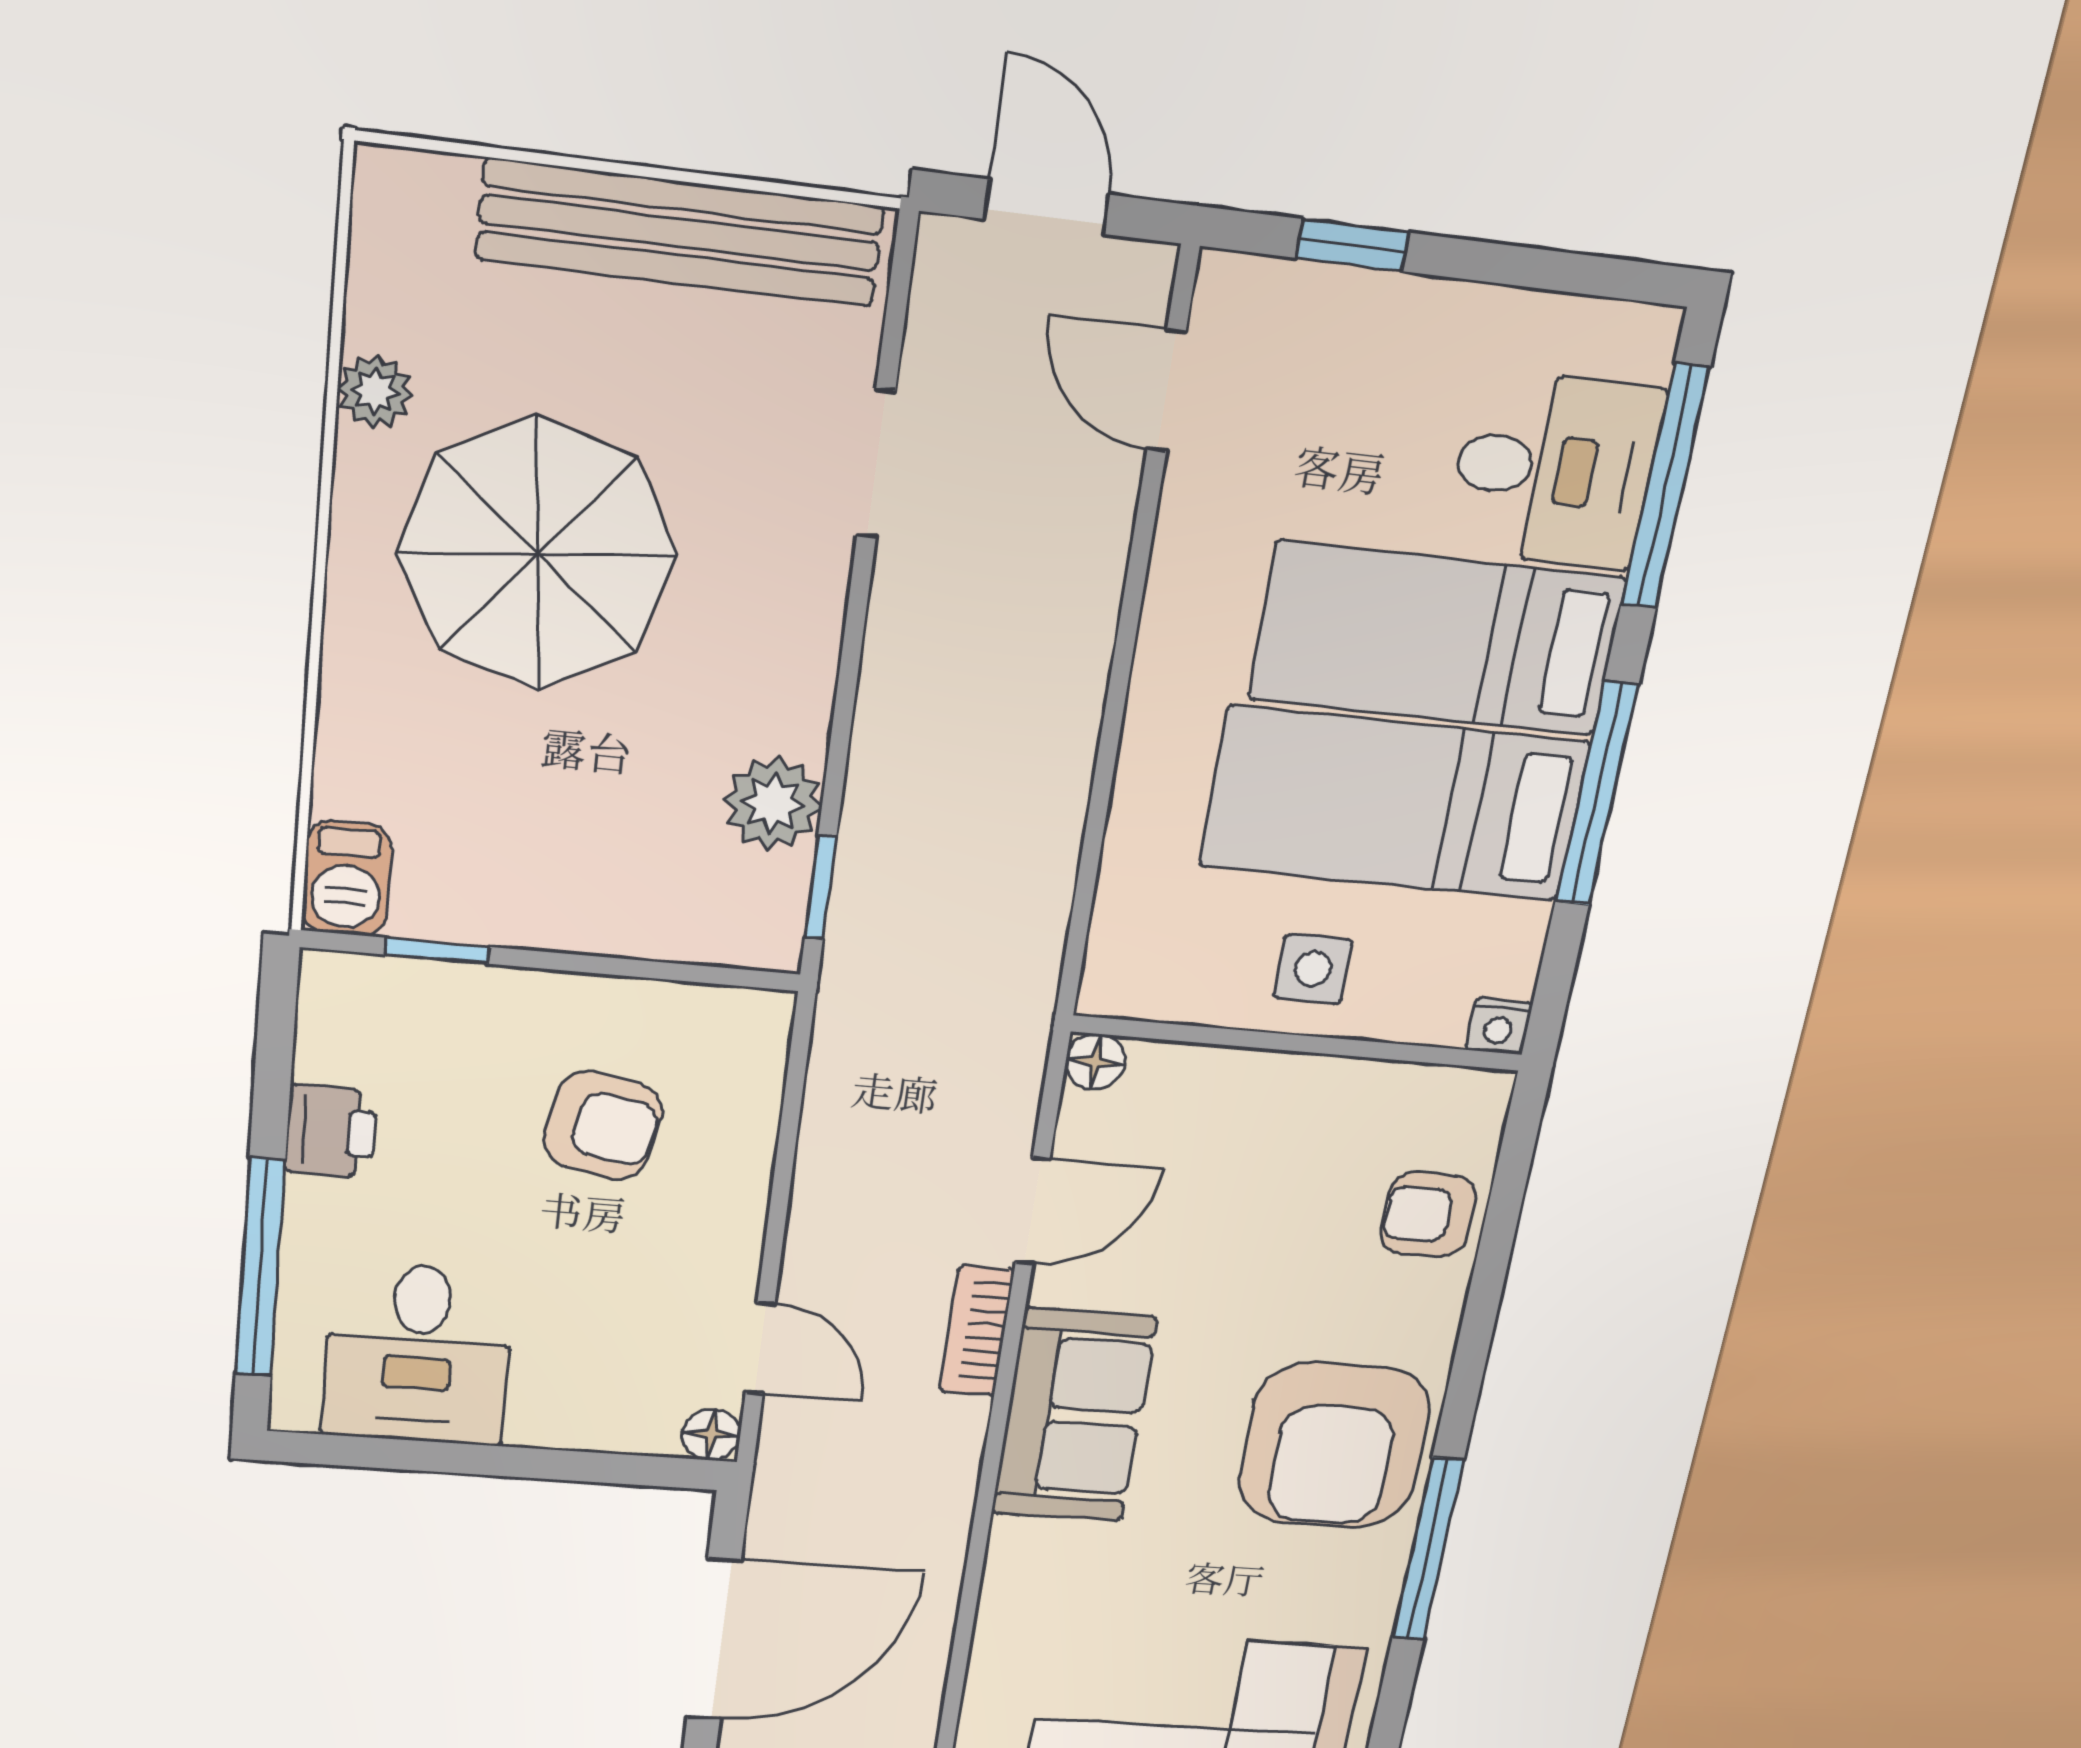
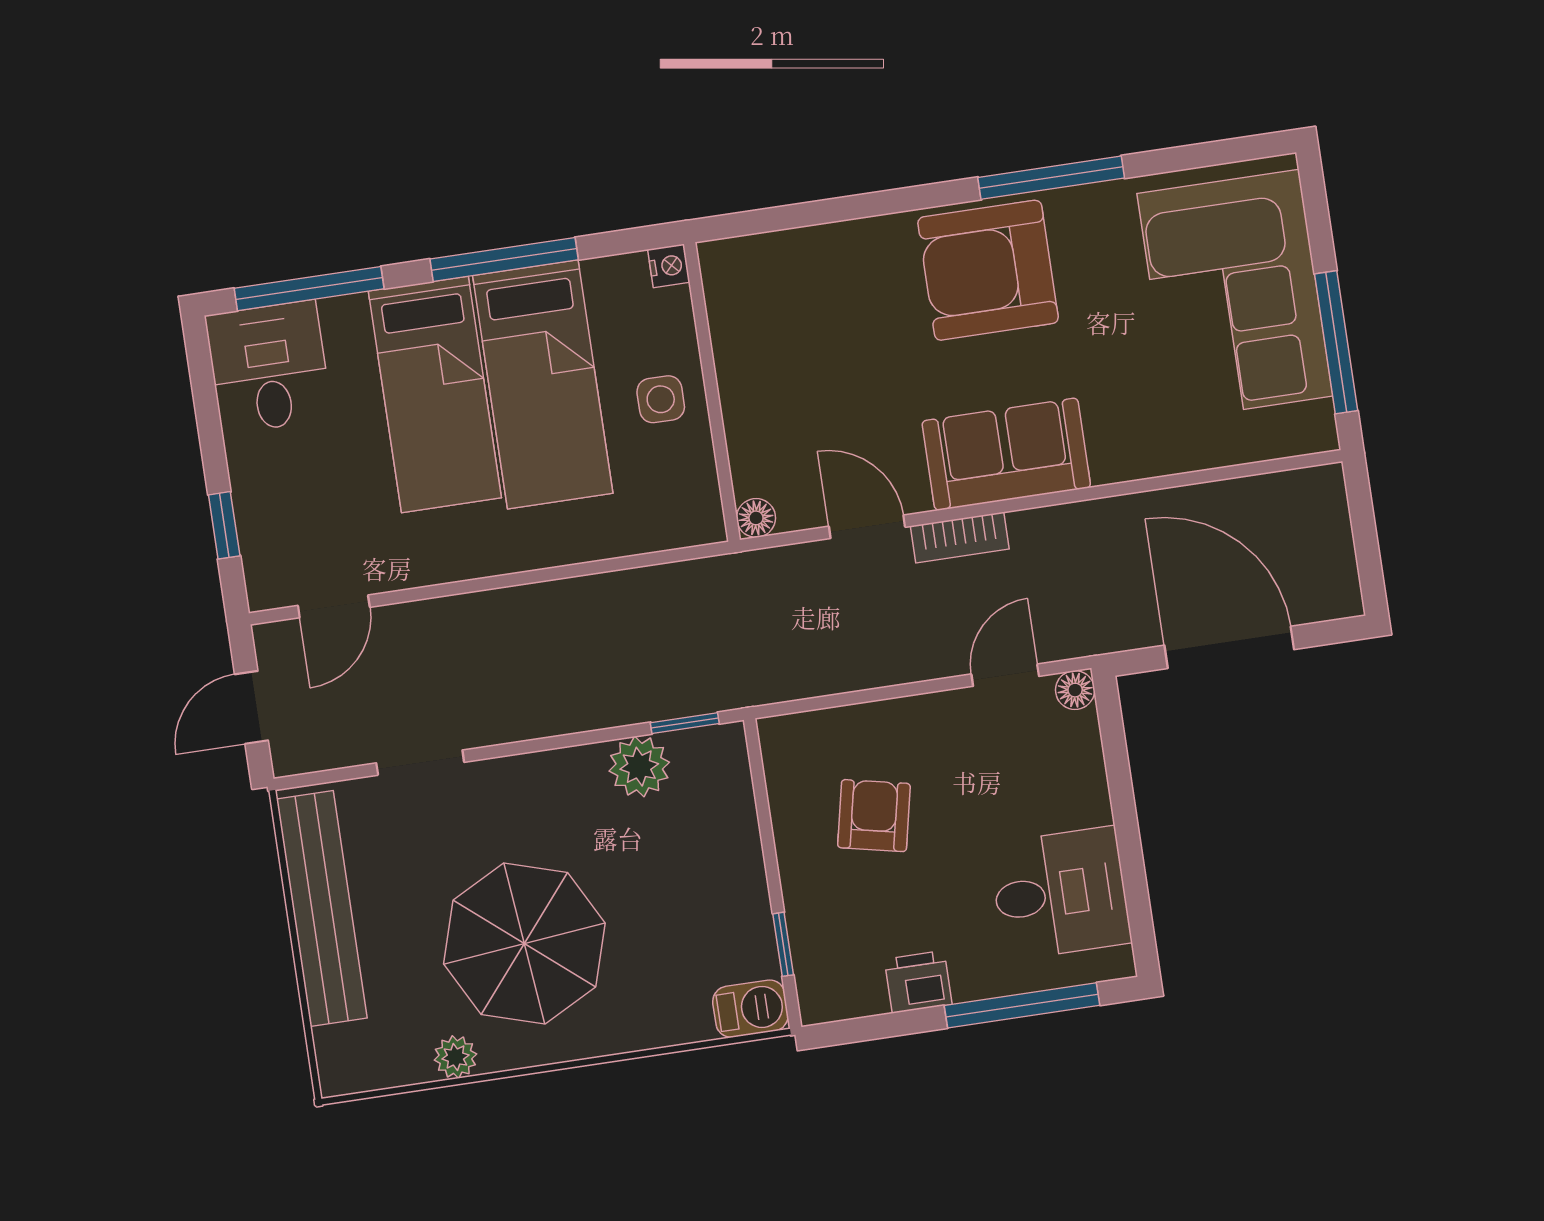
desk: (1554, 470) -> (269, 367), moved
armchair: (1428, 1215) -> (808, 266), removed
armchair: (1334, 1446) -> (988, 270), turned 180

